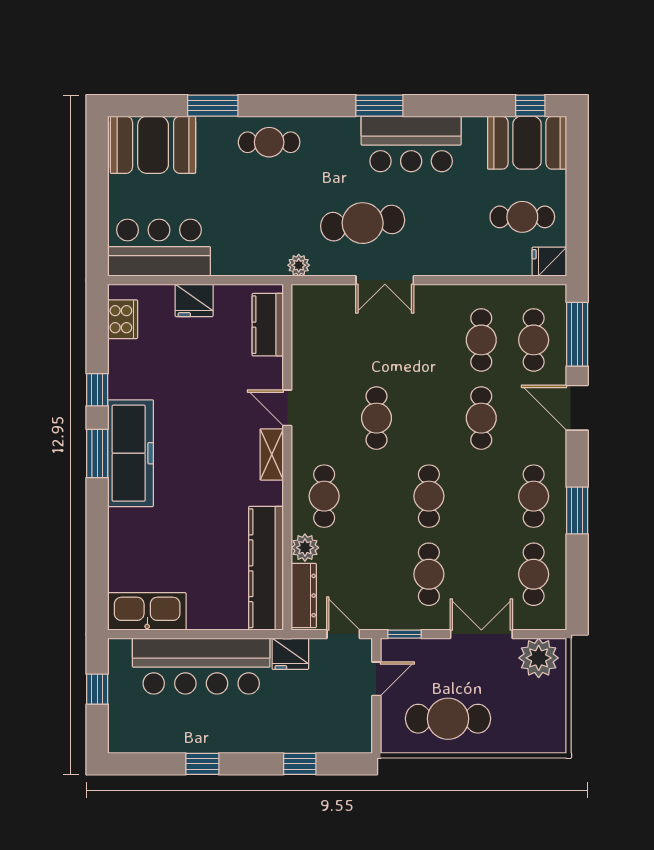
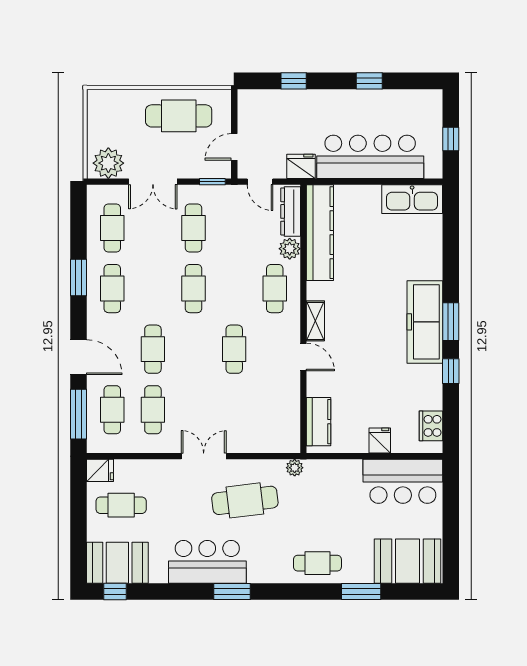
double door: (385, 280) -> (204, 456), moved
fridge: (194, 300) -> (380, 440), width x0.72

